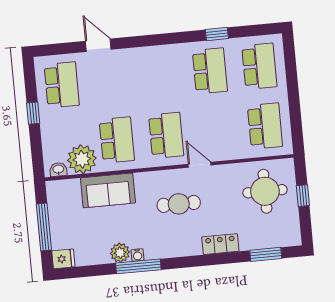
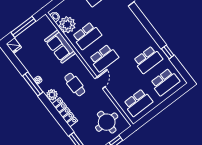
locker: (220, 244) -> (65, 112), width x1.53
plant: (120, 253) -> (52, 95), moved

